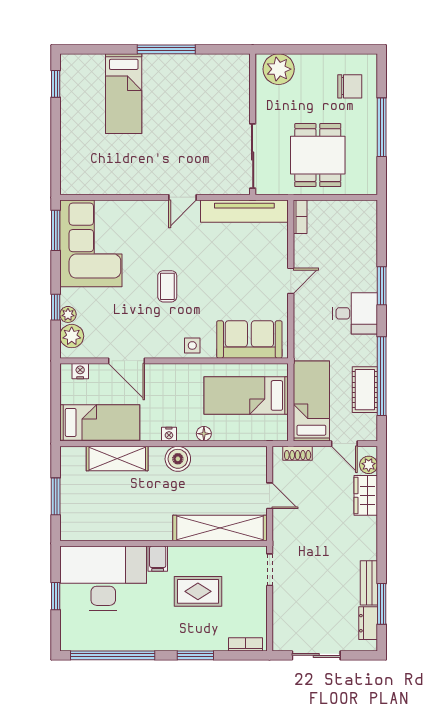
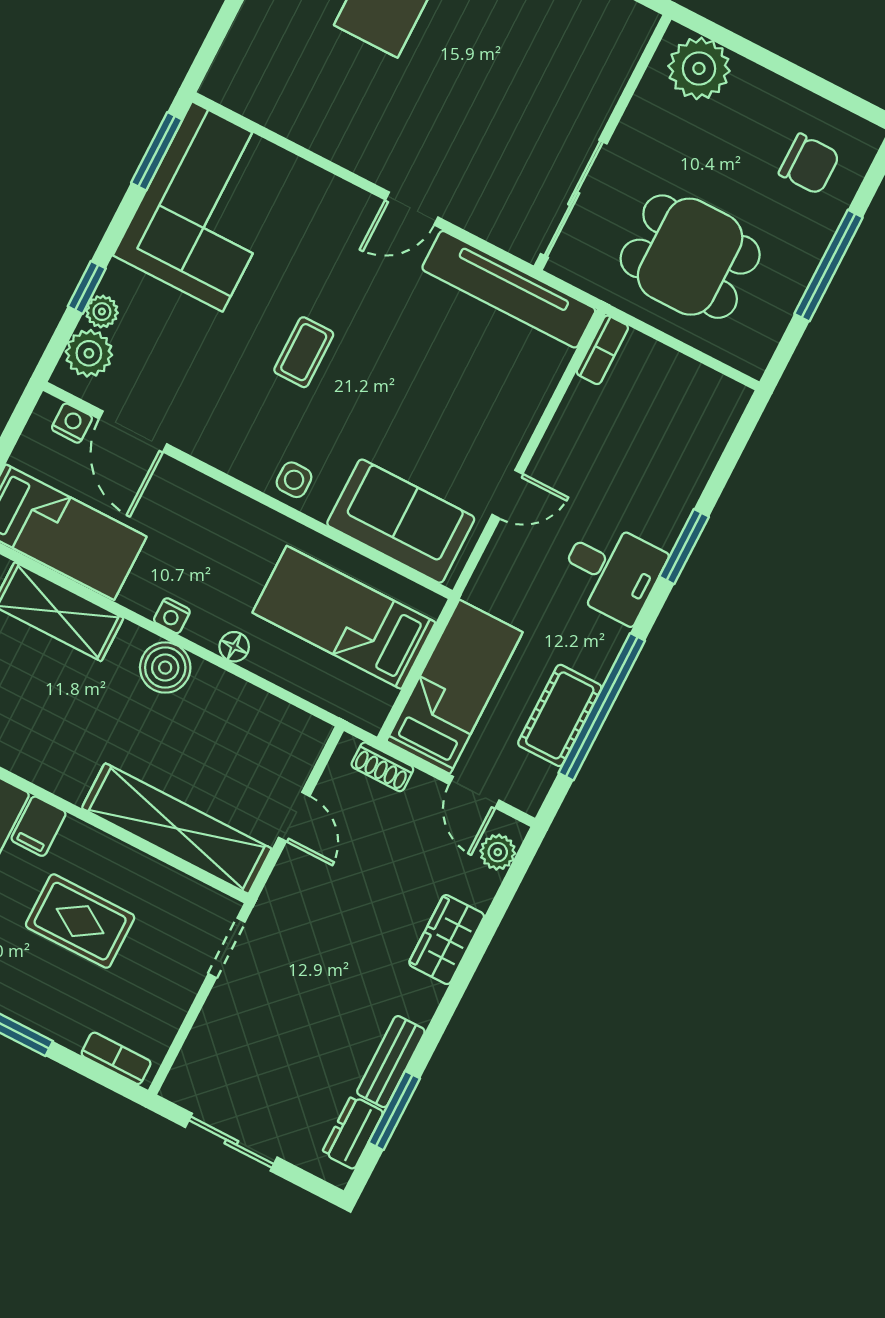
dining table: (318, 155) -> (690, 257), turned 90
door: (291, 281) -> (507, 494), moved
door: (127, 361) -> (133, 431), moved
wardrobe: (366, 495) -> (447, 940), moved

